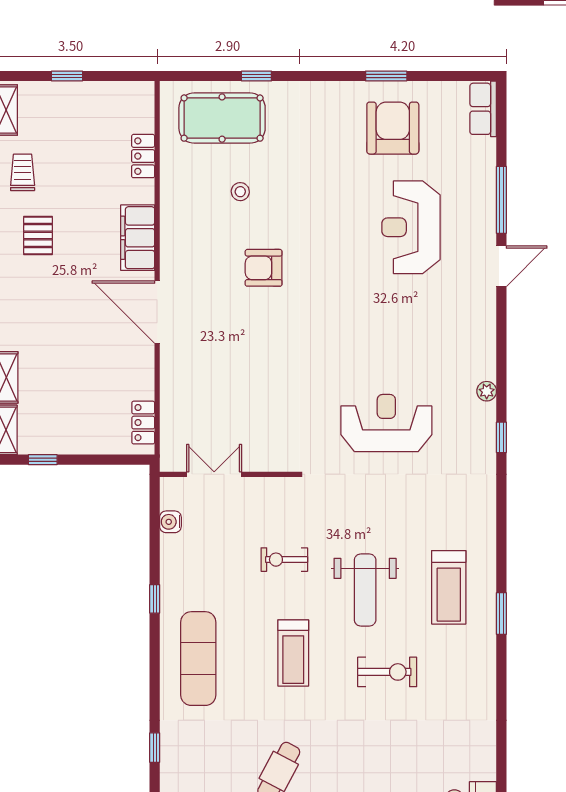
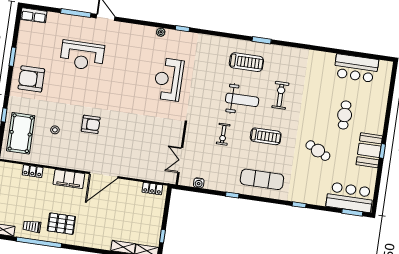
armchair: (393, 128) -> (31, 79), moved
pallet: (38, 235) -> (61, 224), width x1.50, depth x1.42
armchair: (264, 268) -> (91, 124), turned -90

